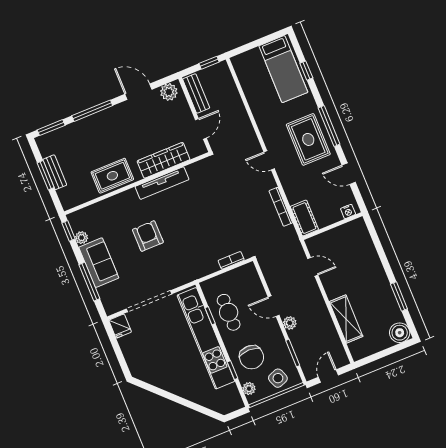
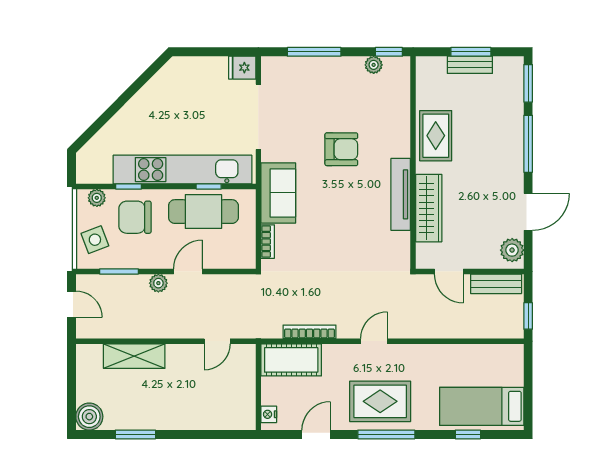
cot: (304, 218) -> (291, 360), width x1.37, depth x1.34
sofa: (99, 263) -> (278, 193), moved, turned -90
cafe table: (229, 312) -> (203, 212), width x1.37, depth x1.35

